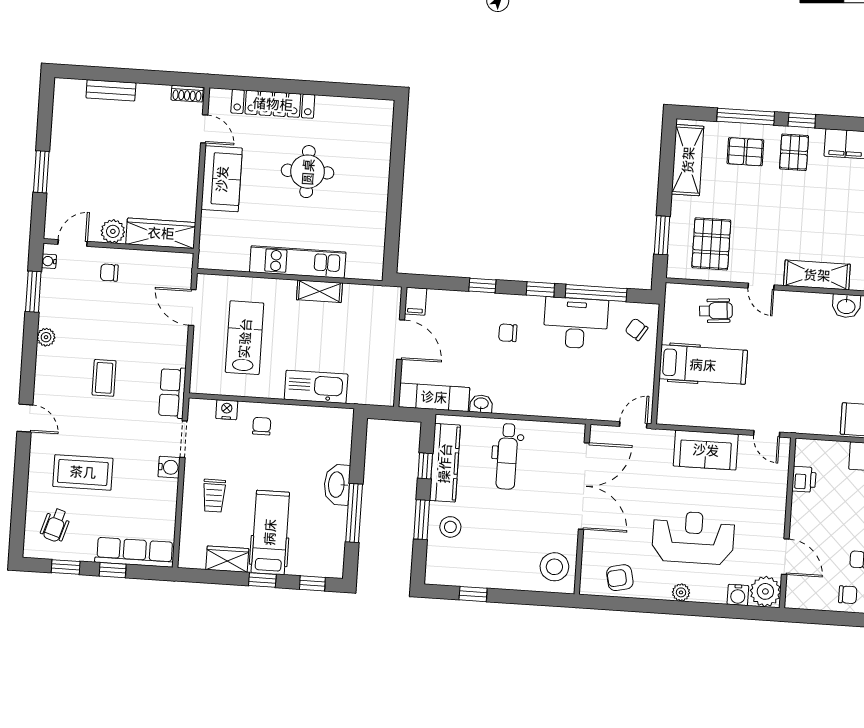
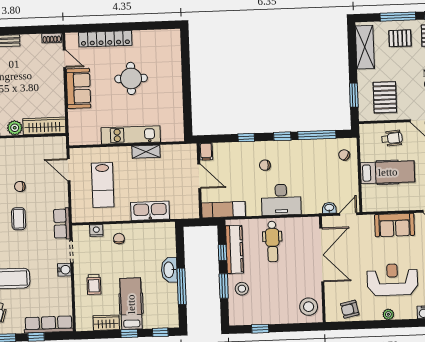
chair: (109, 273) -> (20, 186), moved
desk: (576, 323) -> (281, 200), moved, turned 180
lab bench: (245, 338) -> (103, 185), turned 180
washbasin: (481, 404) -> (329, 208), moved

